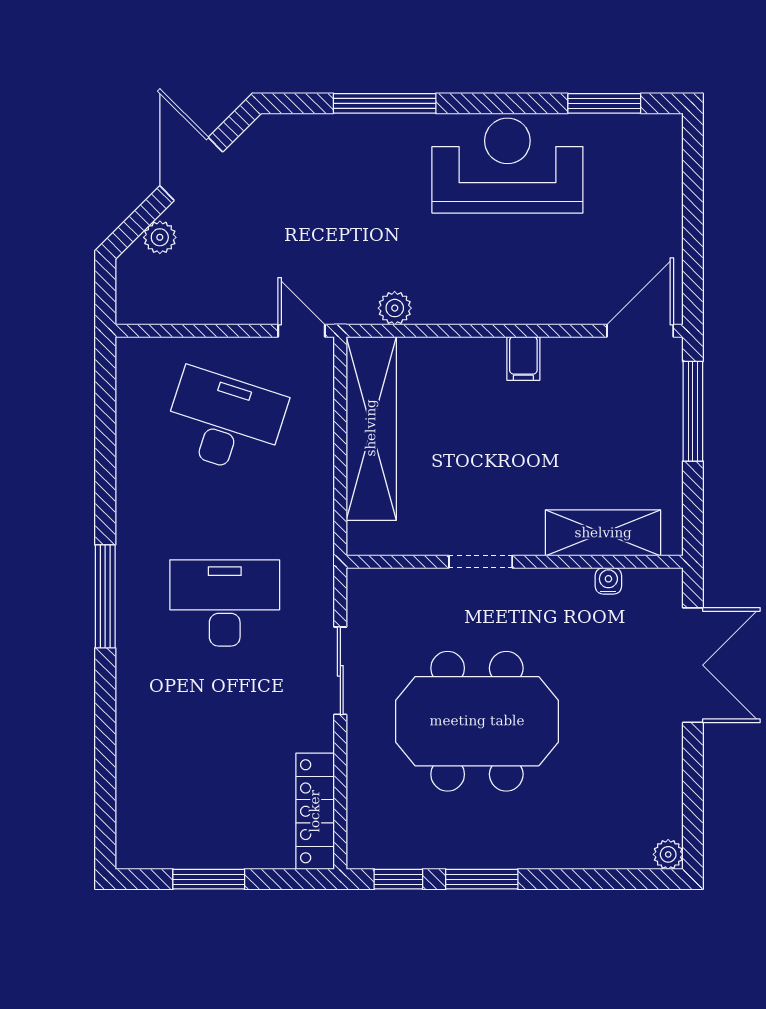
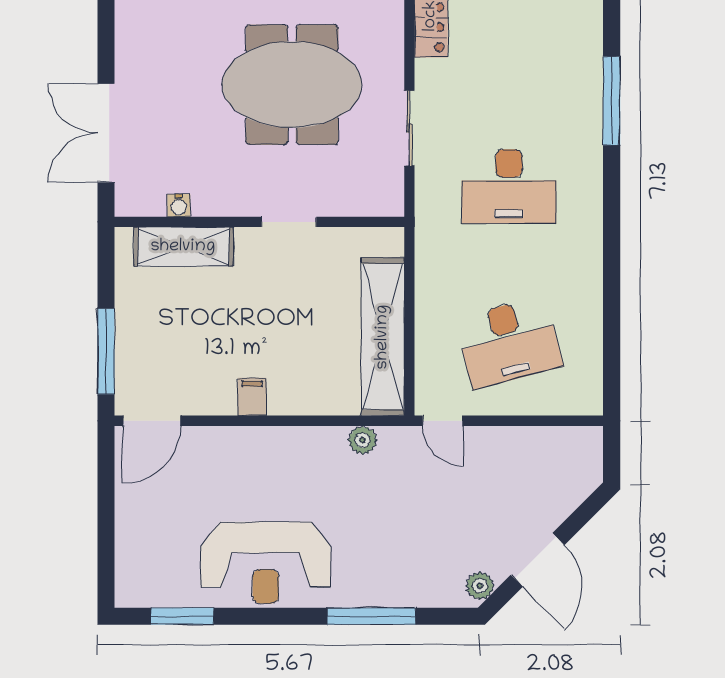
plant: (160, 237) -> (480, 586), moved
desk: (225, 422) -> (509, 342), turned -33
window: (105, 596) -> (612, 101), moved

